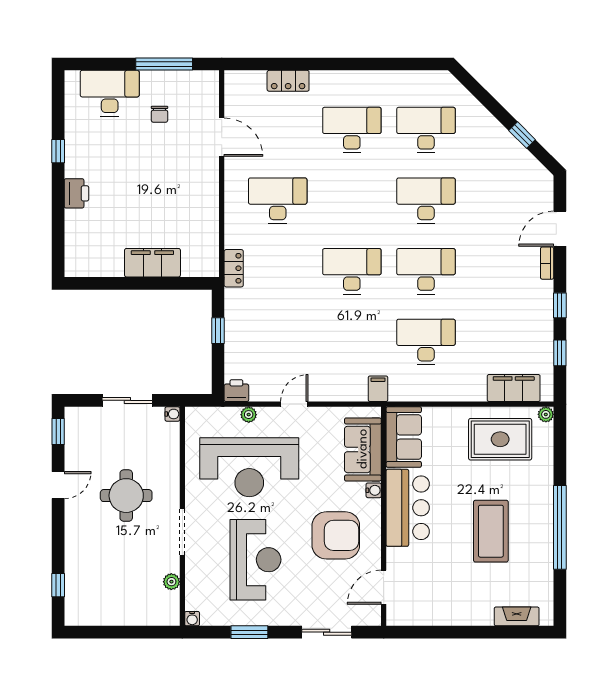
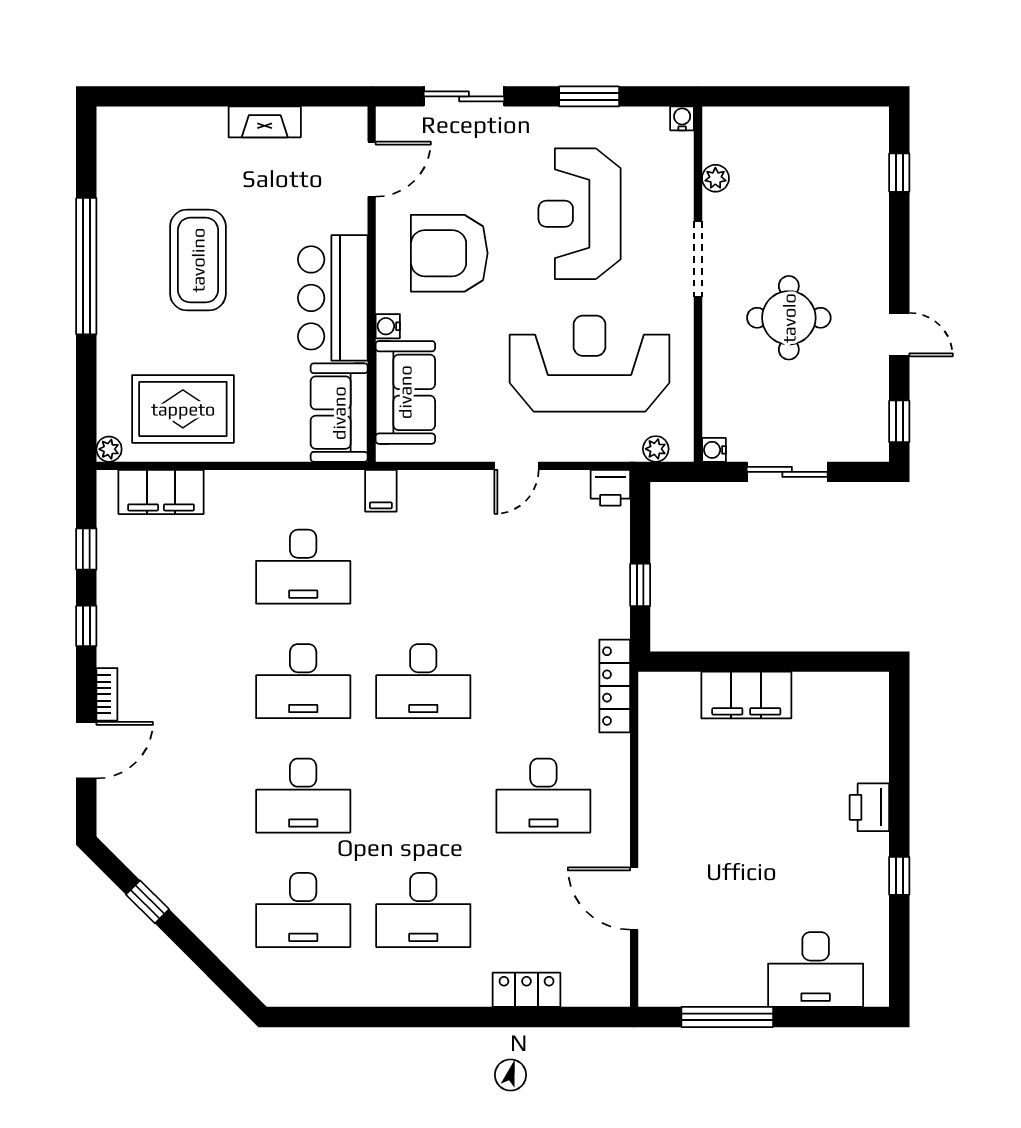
chair: (160, 114) -> (735, 936), removed
locker: (234, 268) -> (615, 686), width x1.53
plant: (249, 415) -> (656, 449), moved
door: (58, 485) -> (899, 335), swing flipped
fireplace: (517, 616) -> (265, 122), moved

